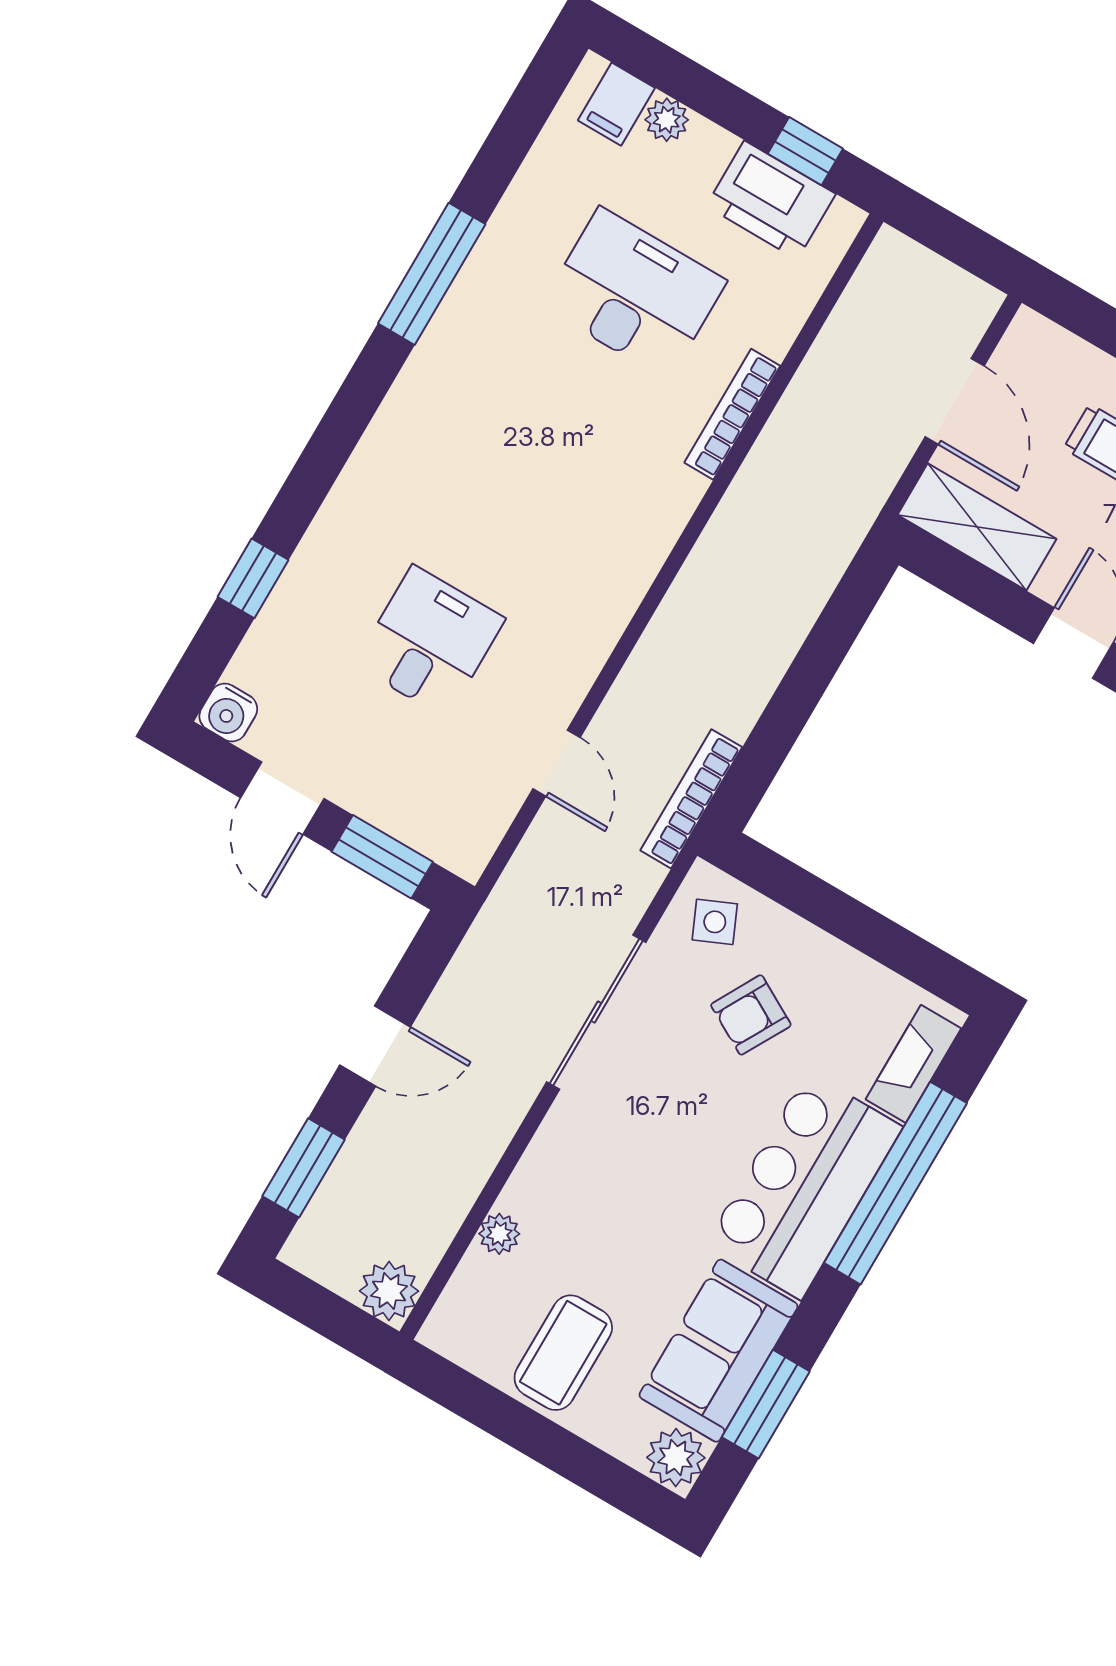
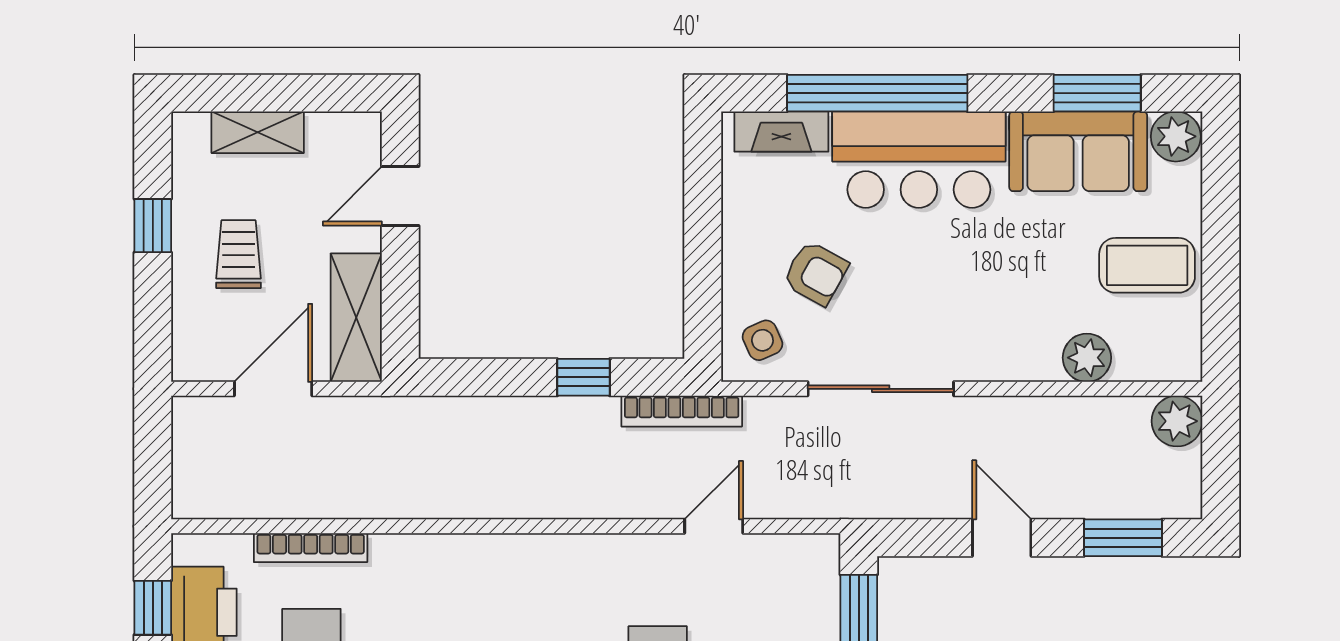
bookcase: (732, 414) -> (311, 548), moved
window: (783, 720) -> (584, 377), added
plant: (499, 1234) -> (1087, 358), width x1.38, depth x1.38

